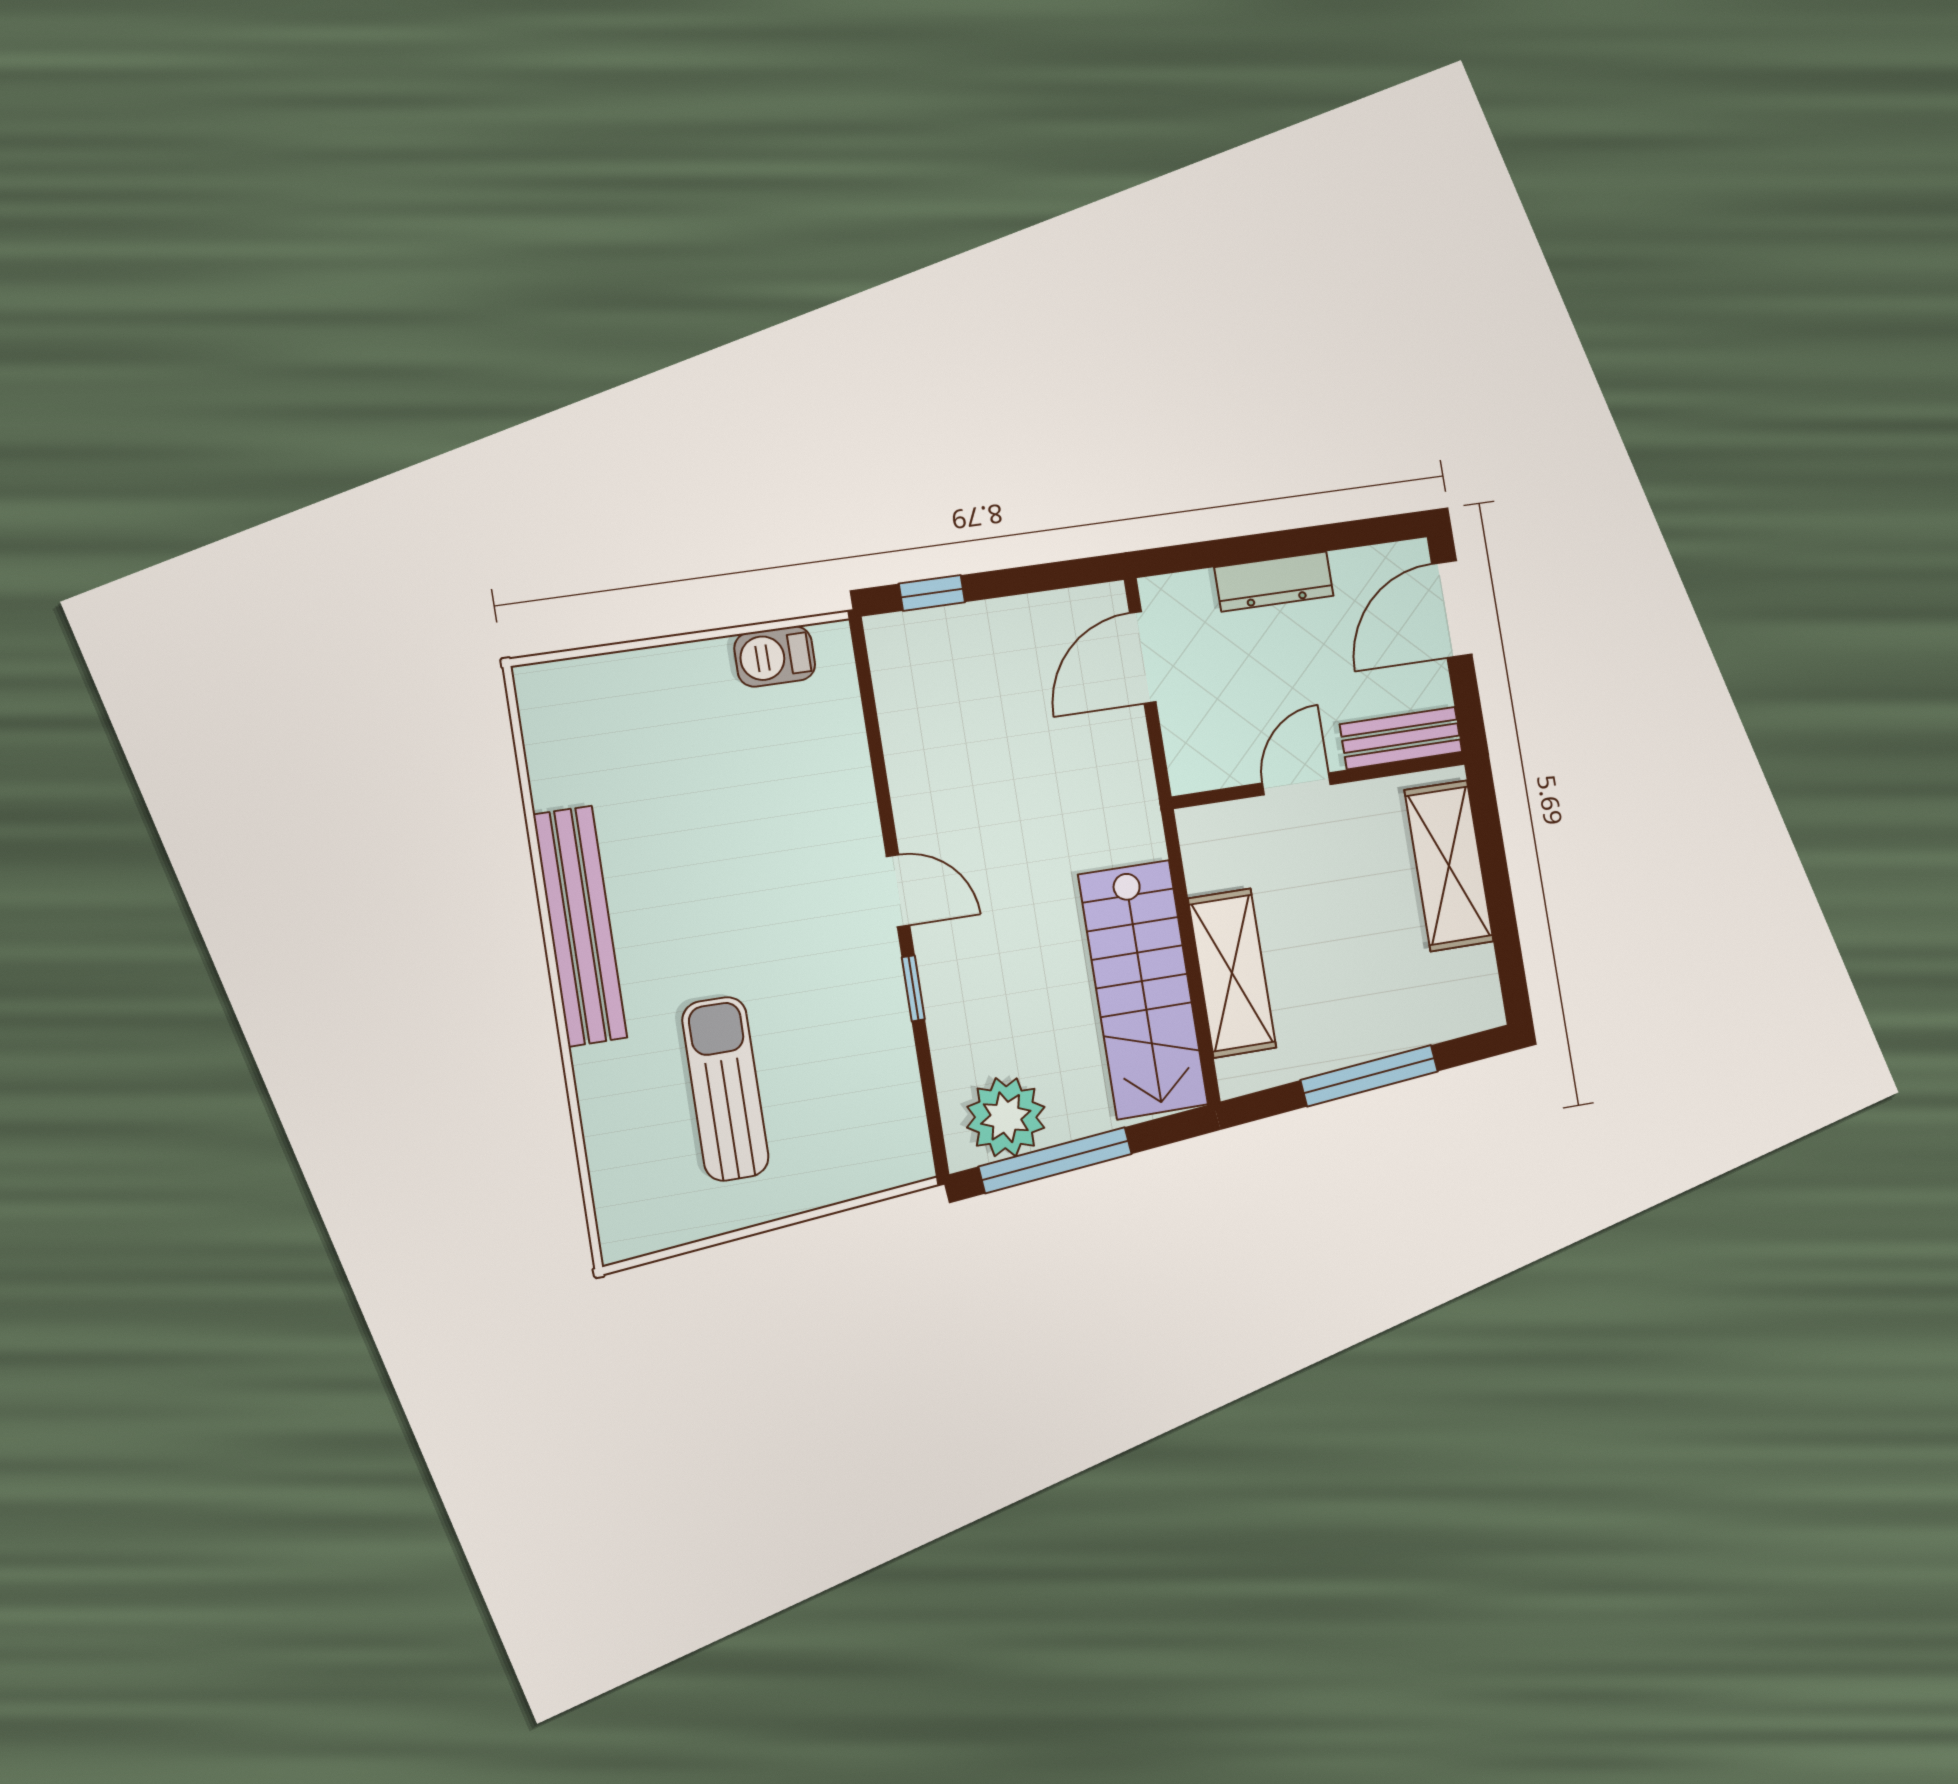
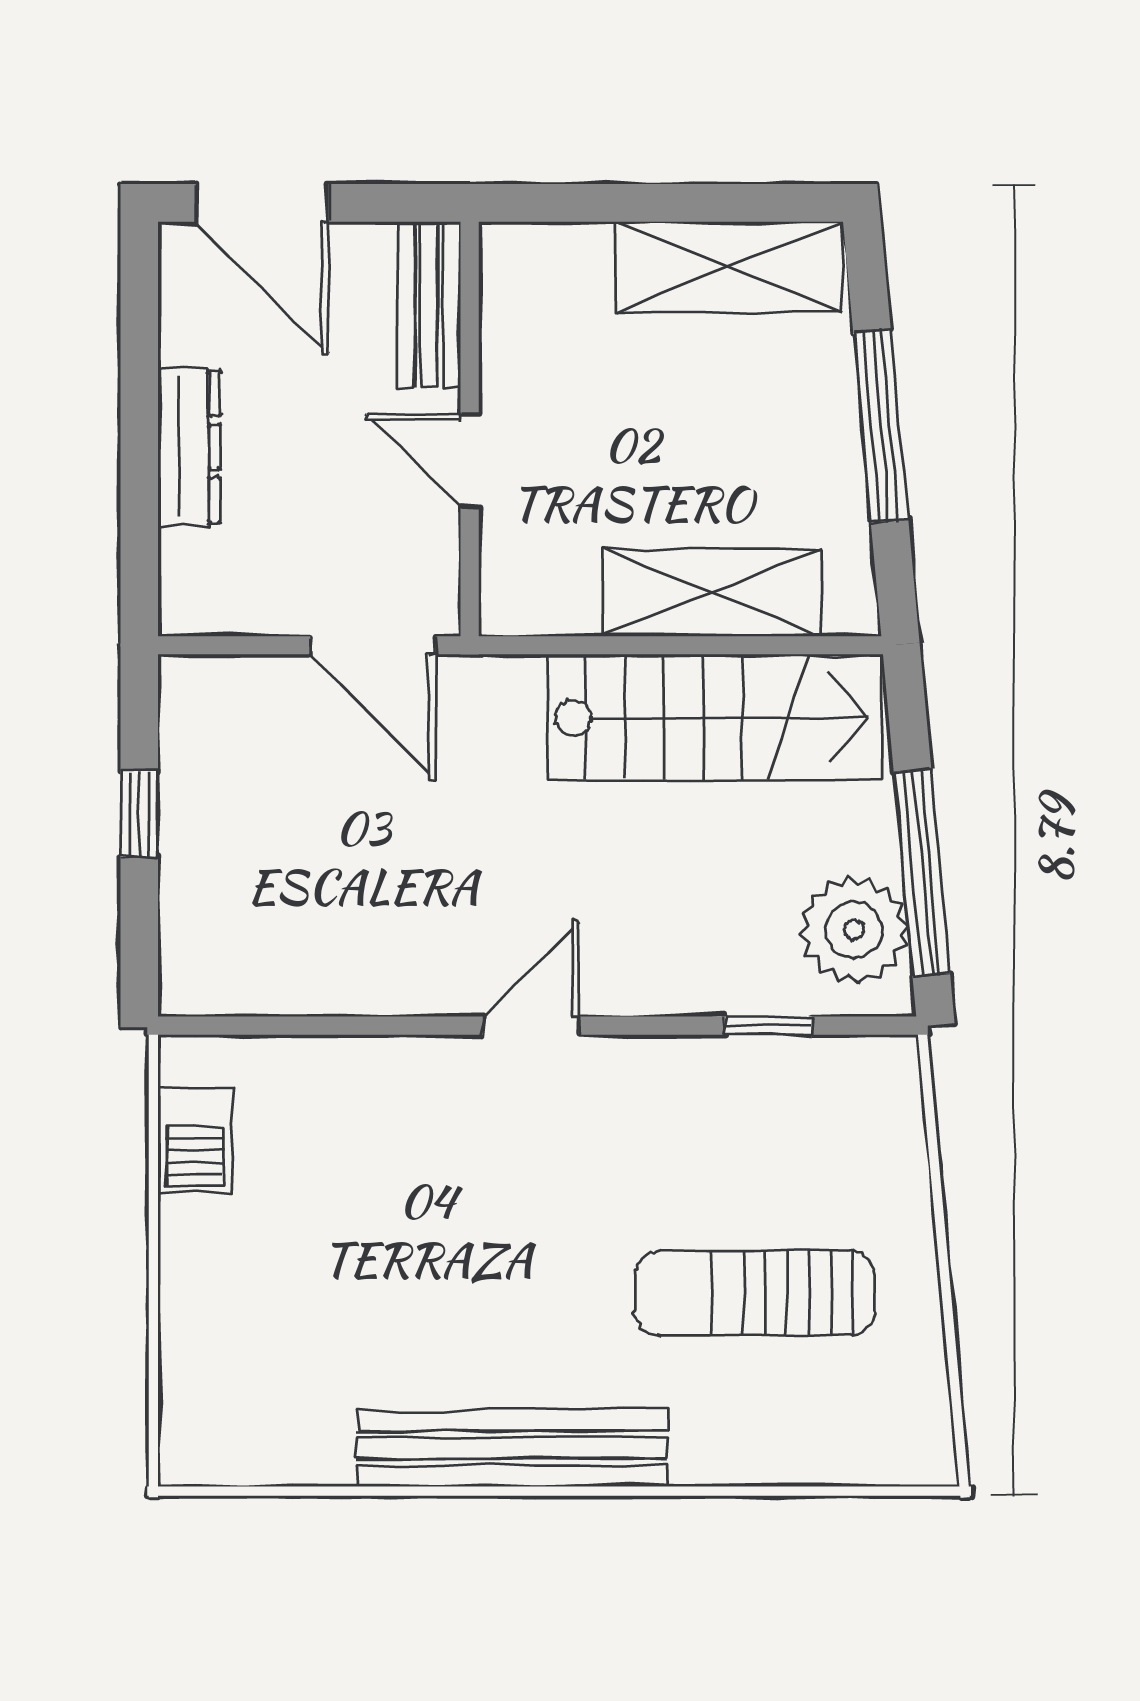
window: (932, 593) -> (139, 814), moved
door: (1143, 658) -> (373, 645), moved
shelving: (1449, 866) -> (729, 267), moved
window: (913, 988) -> (768, 1026), moved

